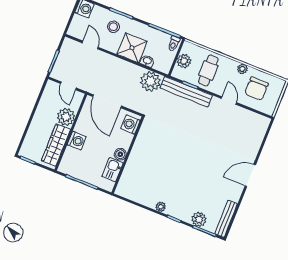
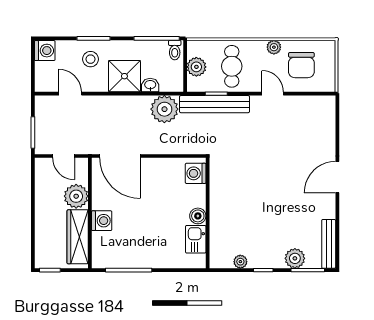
washing machine: (130, 124) -> (196, 173), moved
boiler: (120, 154) -> (198, 216), moved
wall: (128, 155) -> (208, 213), moved
kitchen sink: (112, 170) -> (196, 239), moved

